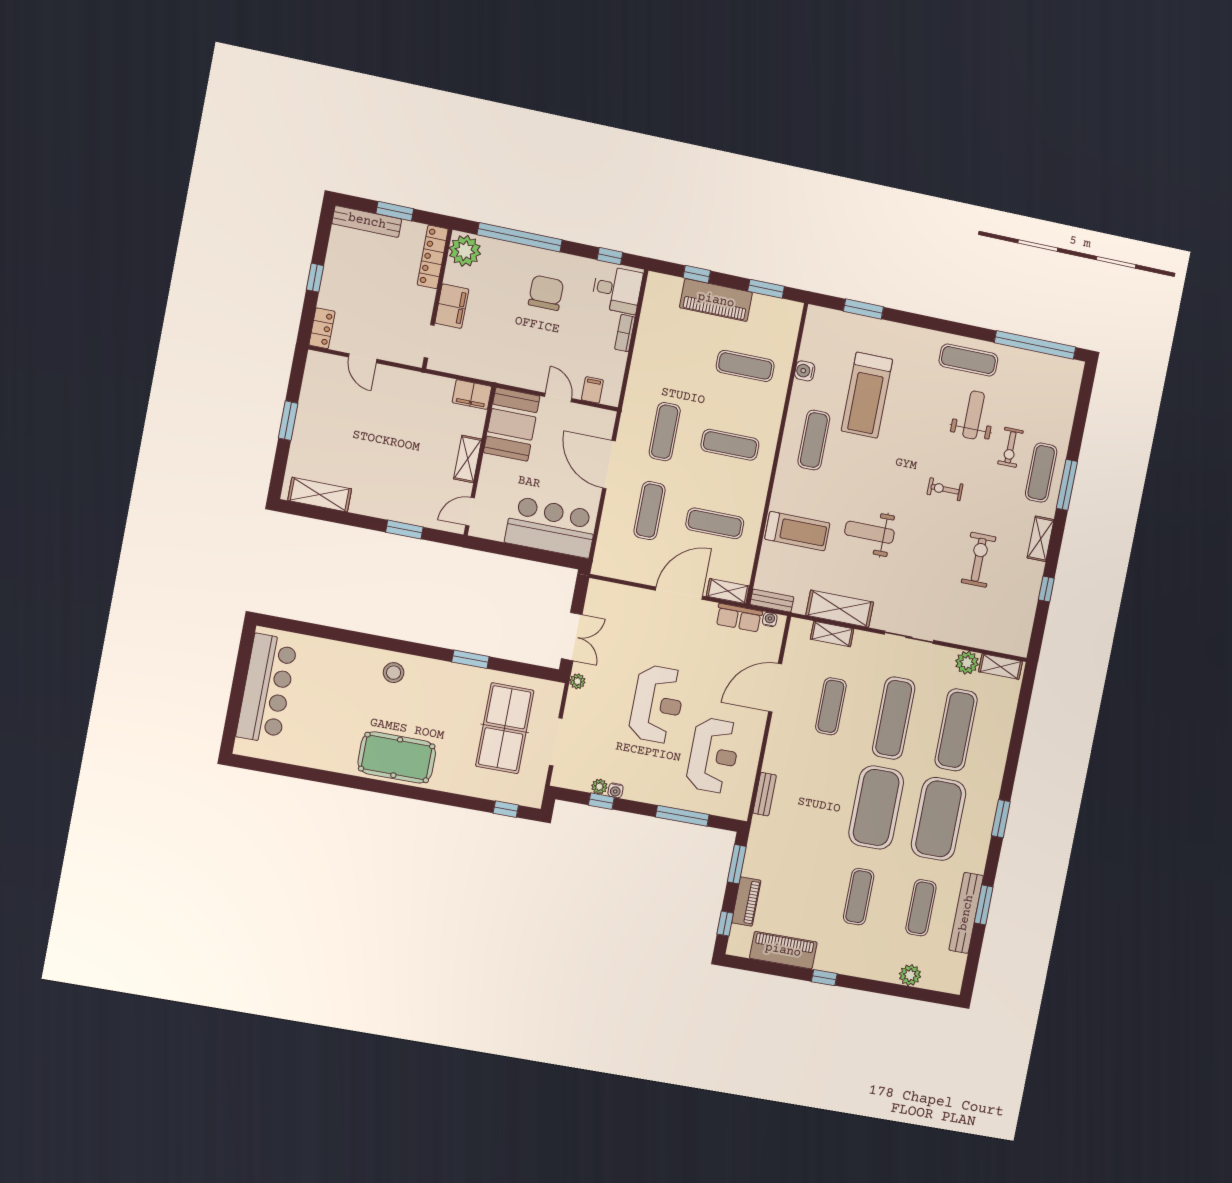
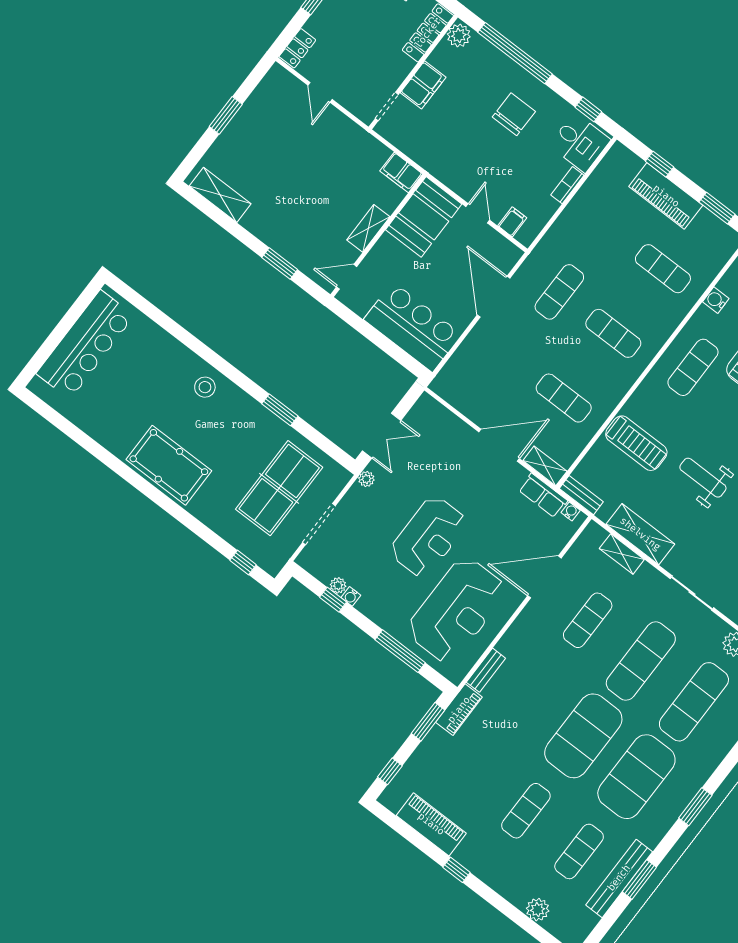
plant: (465, 251) -> (459, 35), width x0.73, depth x0.73
exercise mat: (650, 511) -> (510, 357), removed
reception desk: (713, 755) -> (457, 610), width x1.36, depth x1.30
piano: (746, 902) -> (459, 710), moved

